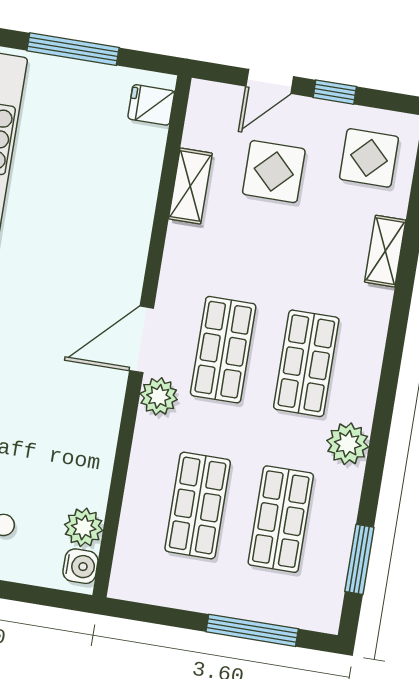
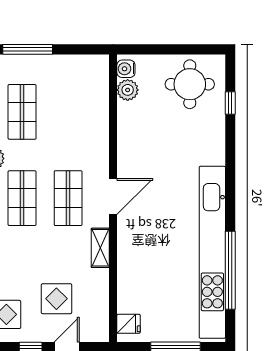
shelving: (190, 186) -> (100, 248), moved
plant: (159, 396) -> (99, 167), removed
shop shelf: (198, 505) -> (68, 112), removed

